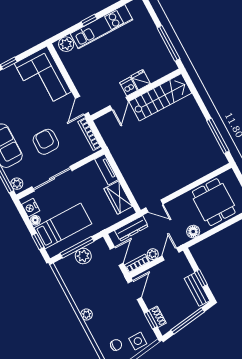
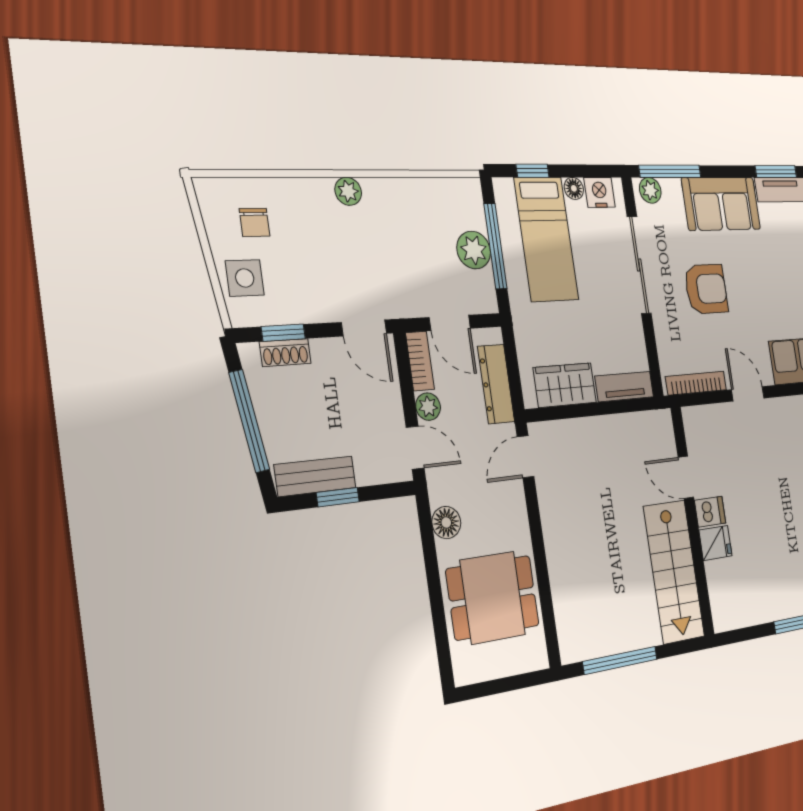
fridge: (141, 80) -> (715, 543), moved
dishwasher: (129, 87) -> (710, 512), moved
wall: (136, 95) -> (692, 521), moved
stairs: (160, 97) -> (674, 572), moved
door: (119, 104) -> (686, 477), moved

